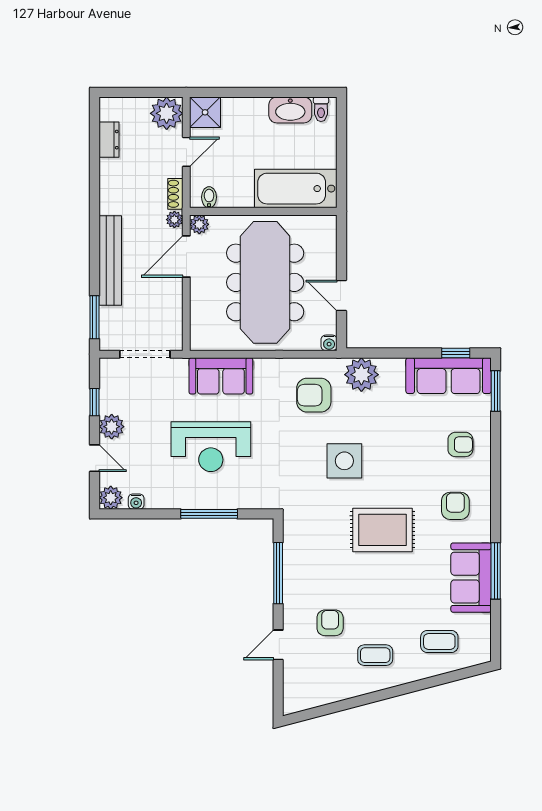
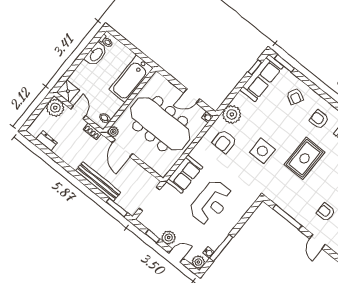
plant: (174, 220) -> (103, 140), removed
armchair: (460, 444) -> (295, 96), turned 119
window: (209, 514) -> (221, 248), moved

